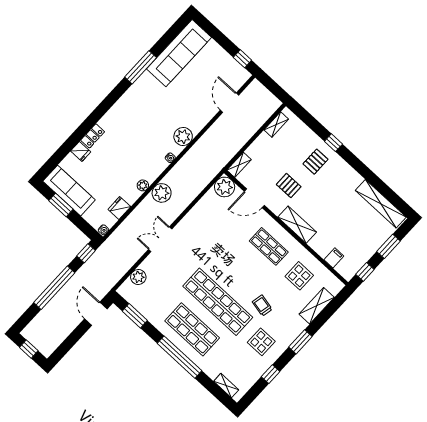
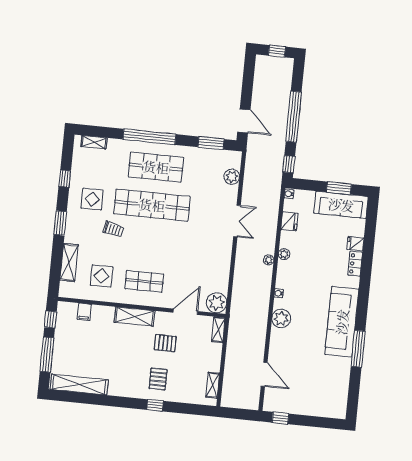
sofa: (179, 53) -> (342, 322), moved
plant: (162, 193) -> (269, 260), width x0.53, depth x0.53
window: (389, 246) -> (47, 355), width x1.44

